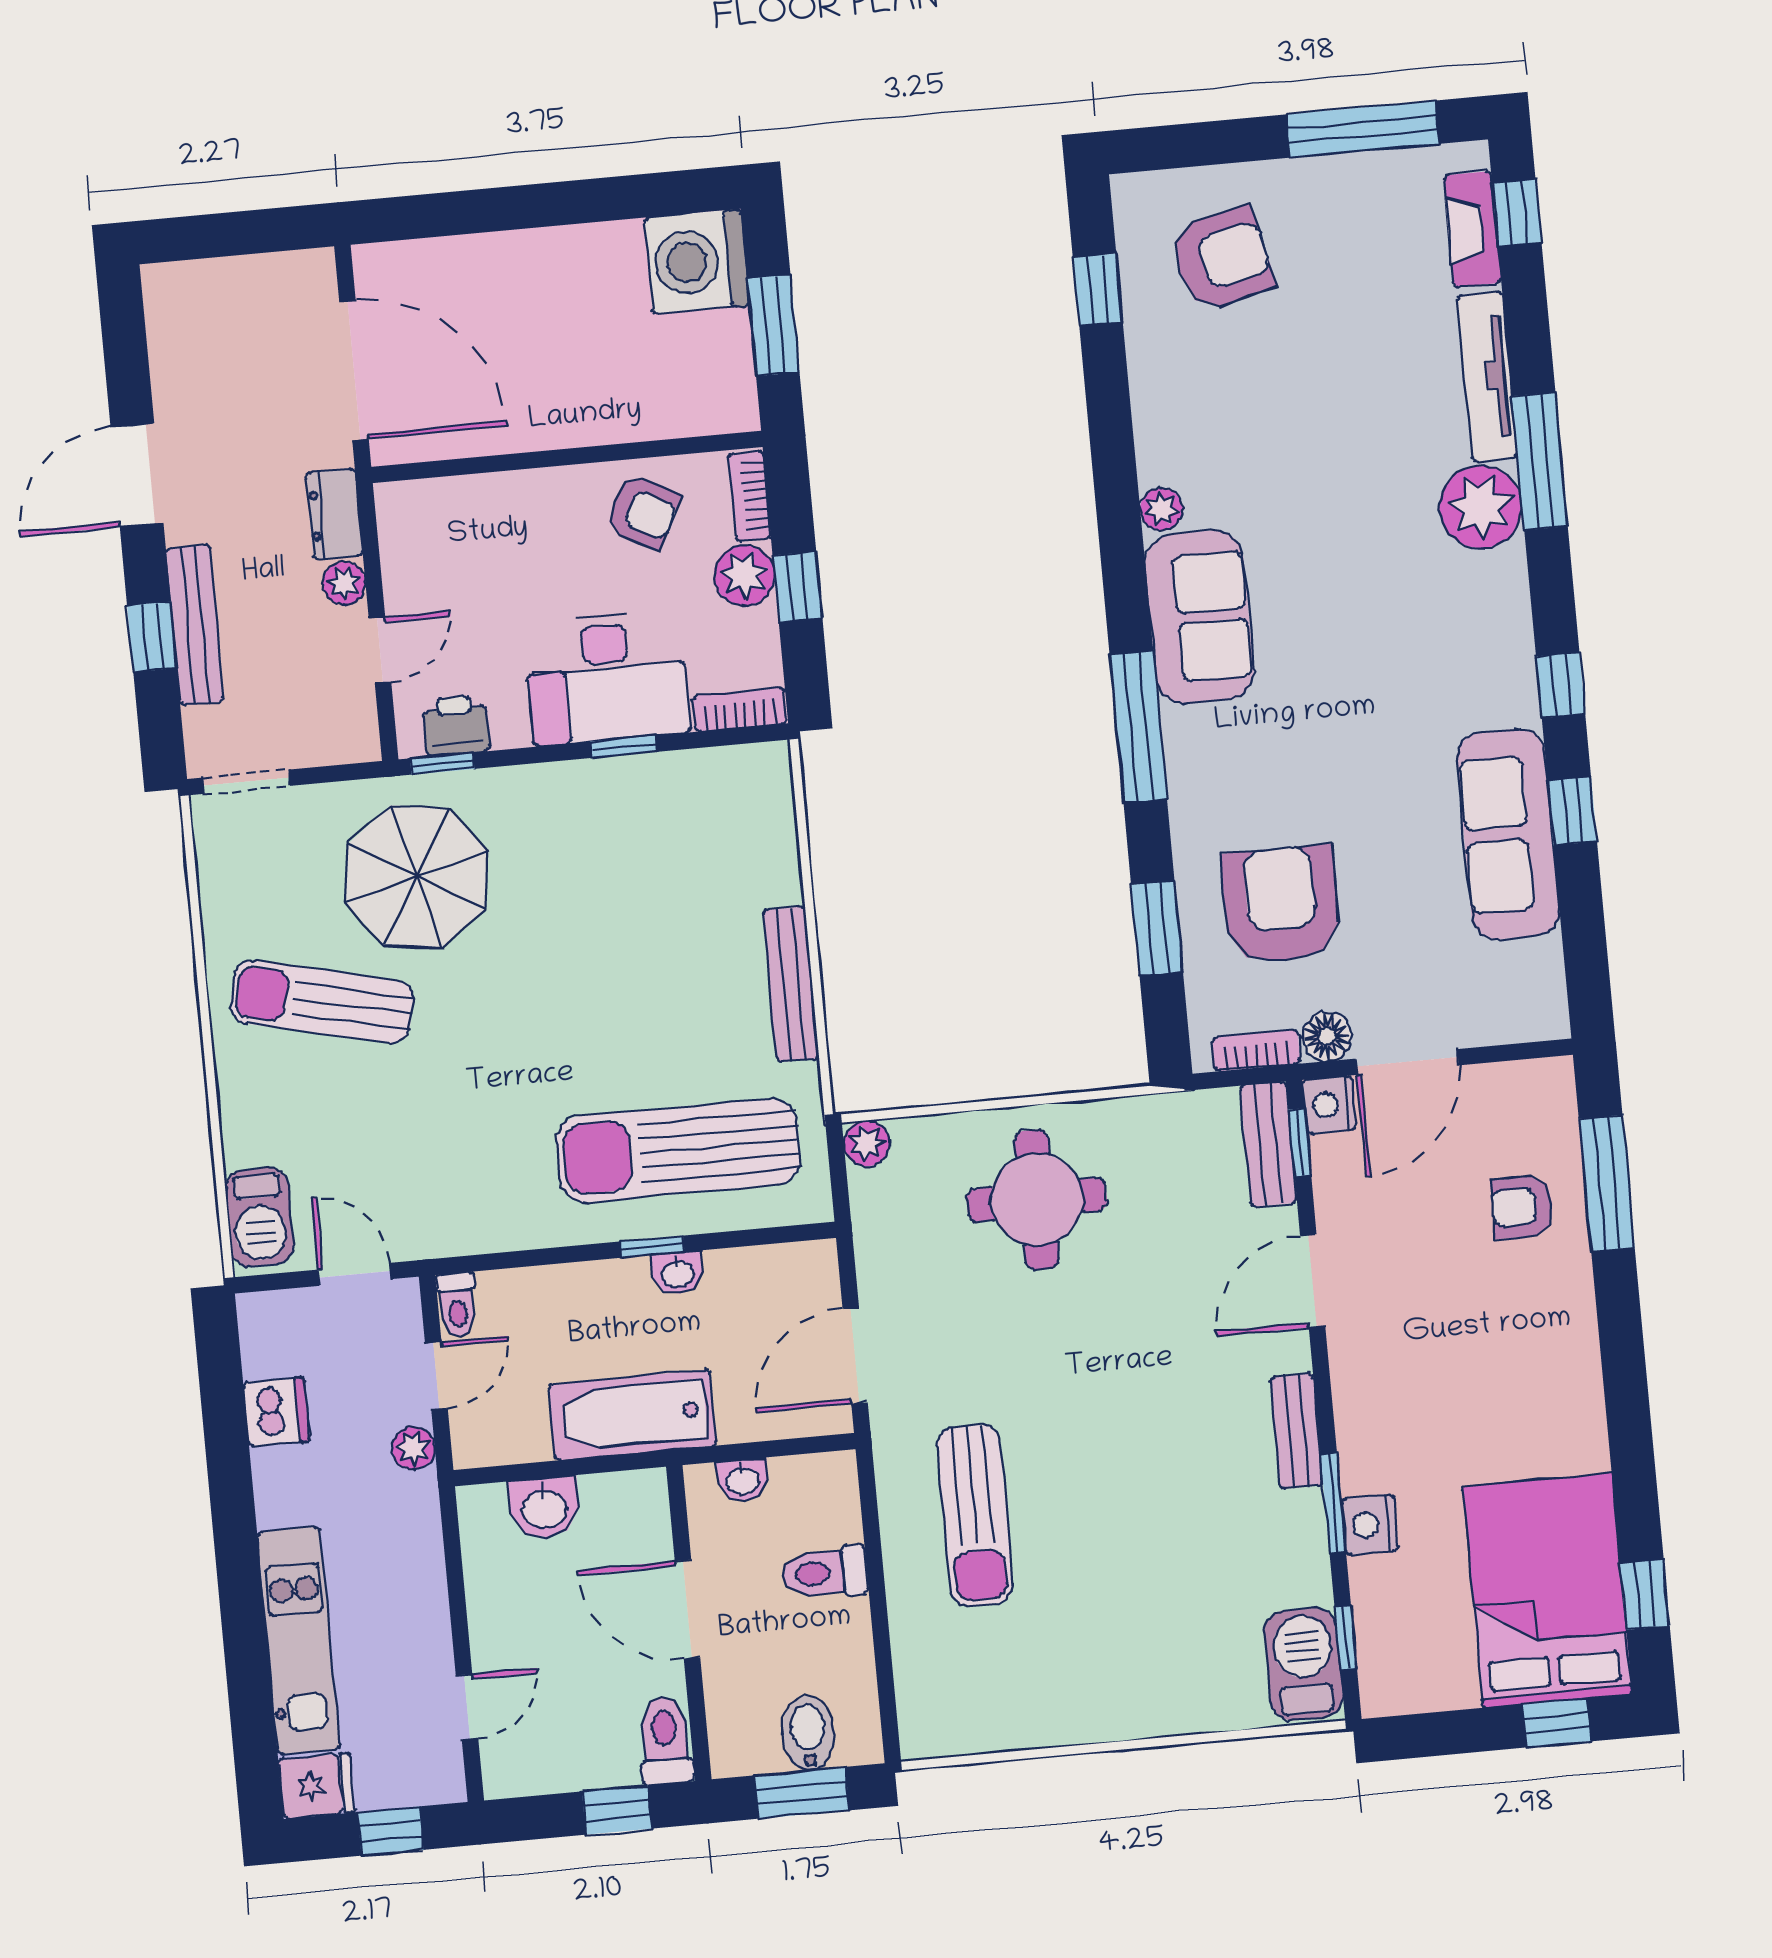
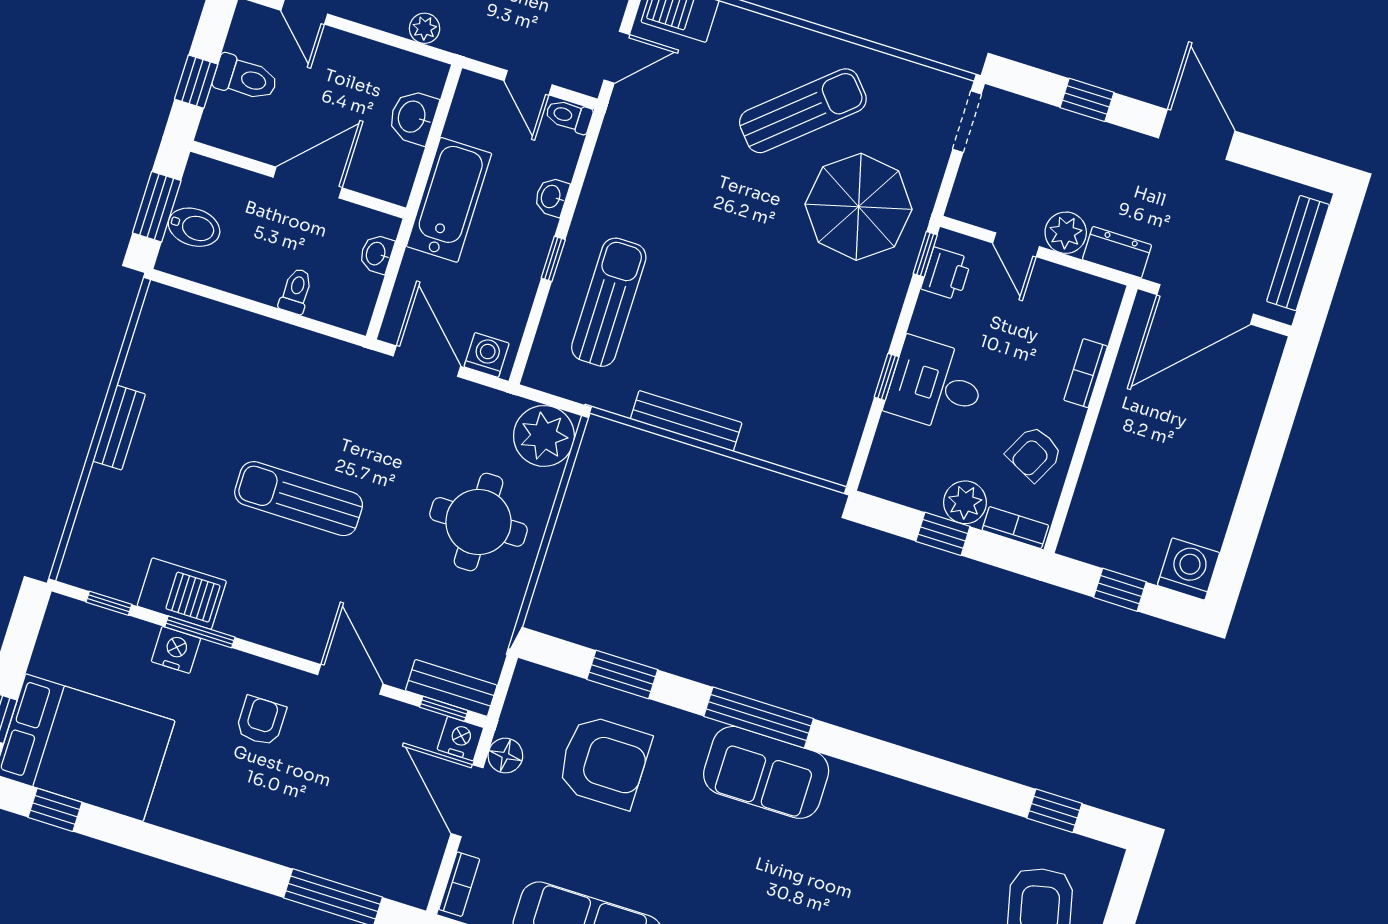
washing machine: (697, 261) -> (1188, 569), width x0.73, depth x0.73
window: (773, 325) -> (1120, 590), width x0.67
plant: (1161, 509) -> (894, 792), removed
plant: (344, 583) -> (1066, 233), width x1.38, depth x1.38
sofa: (1199, 617) -> (766, 772), moved
bench: (195, 625) -> (1298, 253), moved, turned 90
desk: (607, 678) -> (936, 385), width x0.73
bookcase: (740, 709) -> (1086, 373), moved, turned 180
sun lounger: (322, 1002) -> (803, 111), turned 36
bookcase: (1256, 1051) -> (459, 884), moved
plant: (867, 1143) -> (544, 436), width x1.87, depth x1.87
sun lounger: (678, 1150) -> (609, 302), width x0.73, depth x0.75
armchair: (1522, 1207) -> (261, 721), moved
washbasin: (678, 1273) -> (552, 197), moved
washing machine: (814, 1281) -> (487, 355), added
bench: (1297, 1431) -> (119, 428), moved, turned 90
plant: (413, 1448) -> (425, 28), moved
sun lounger: (975, 1515) -> (299, 499), moved
toilet: (824, 1573) -> (296, 291), width x0.73, depth x0.72
barbecue: (1304, 1664) -> (182, 594), moved
toilet: (665, 1740) -> (245, 78), moved

